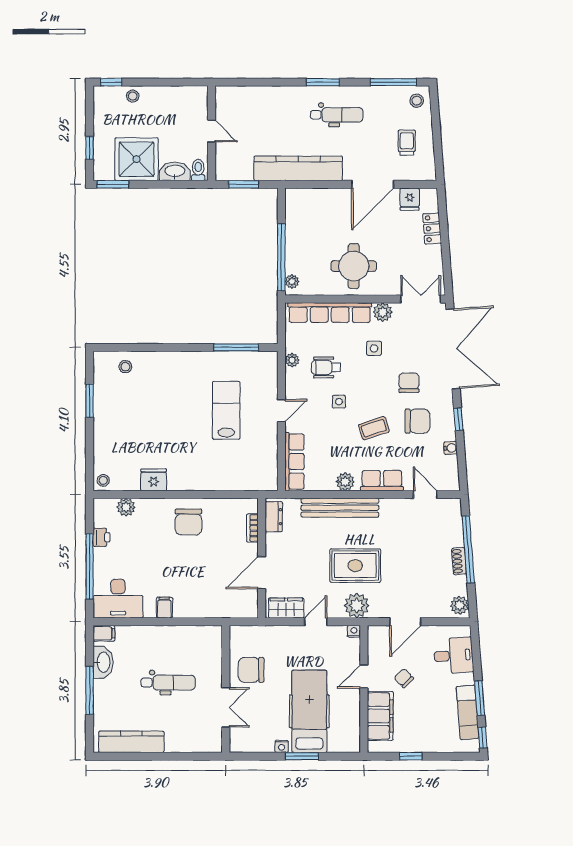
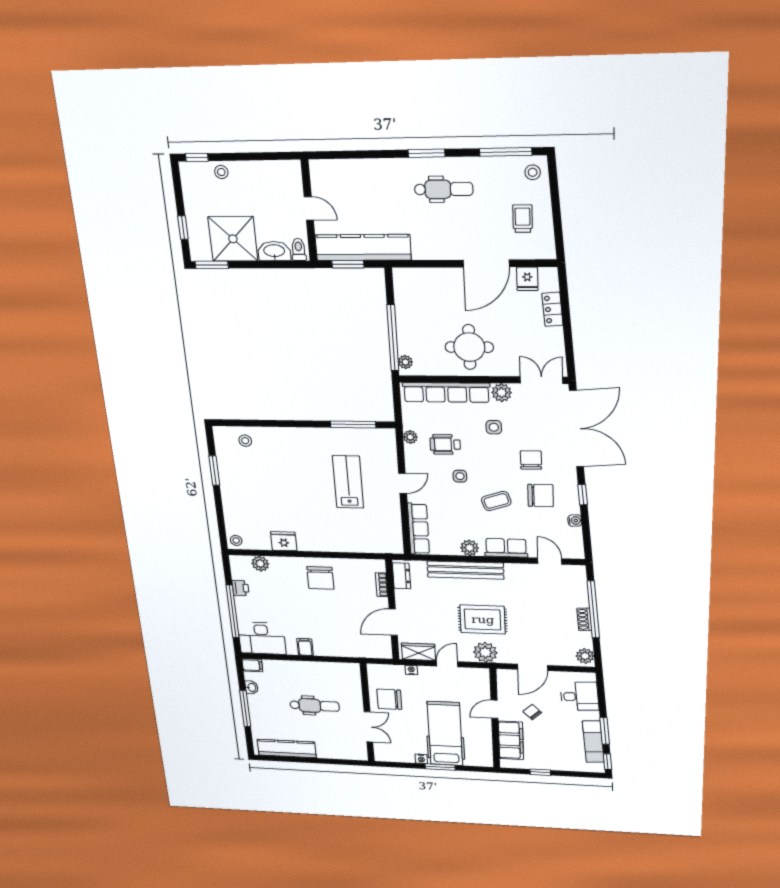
kitchen counter: (298, 168) -> (363, 247), moved
nightstand: (354, 631) -> (411, 670), moved
washbasin: (103, 662) -> (252, 687), width x0.52, depth x0.69

